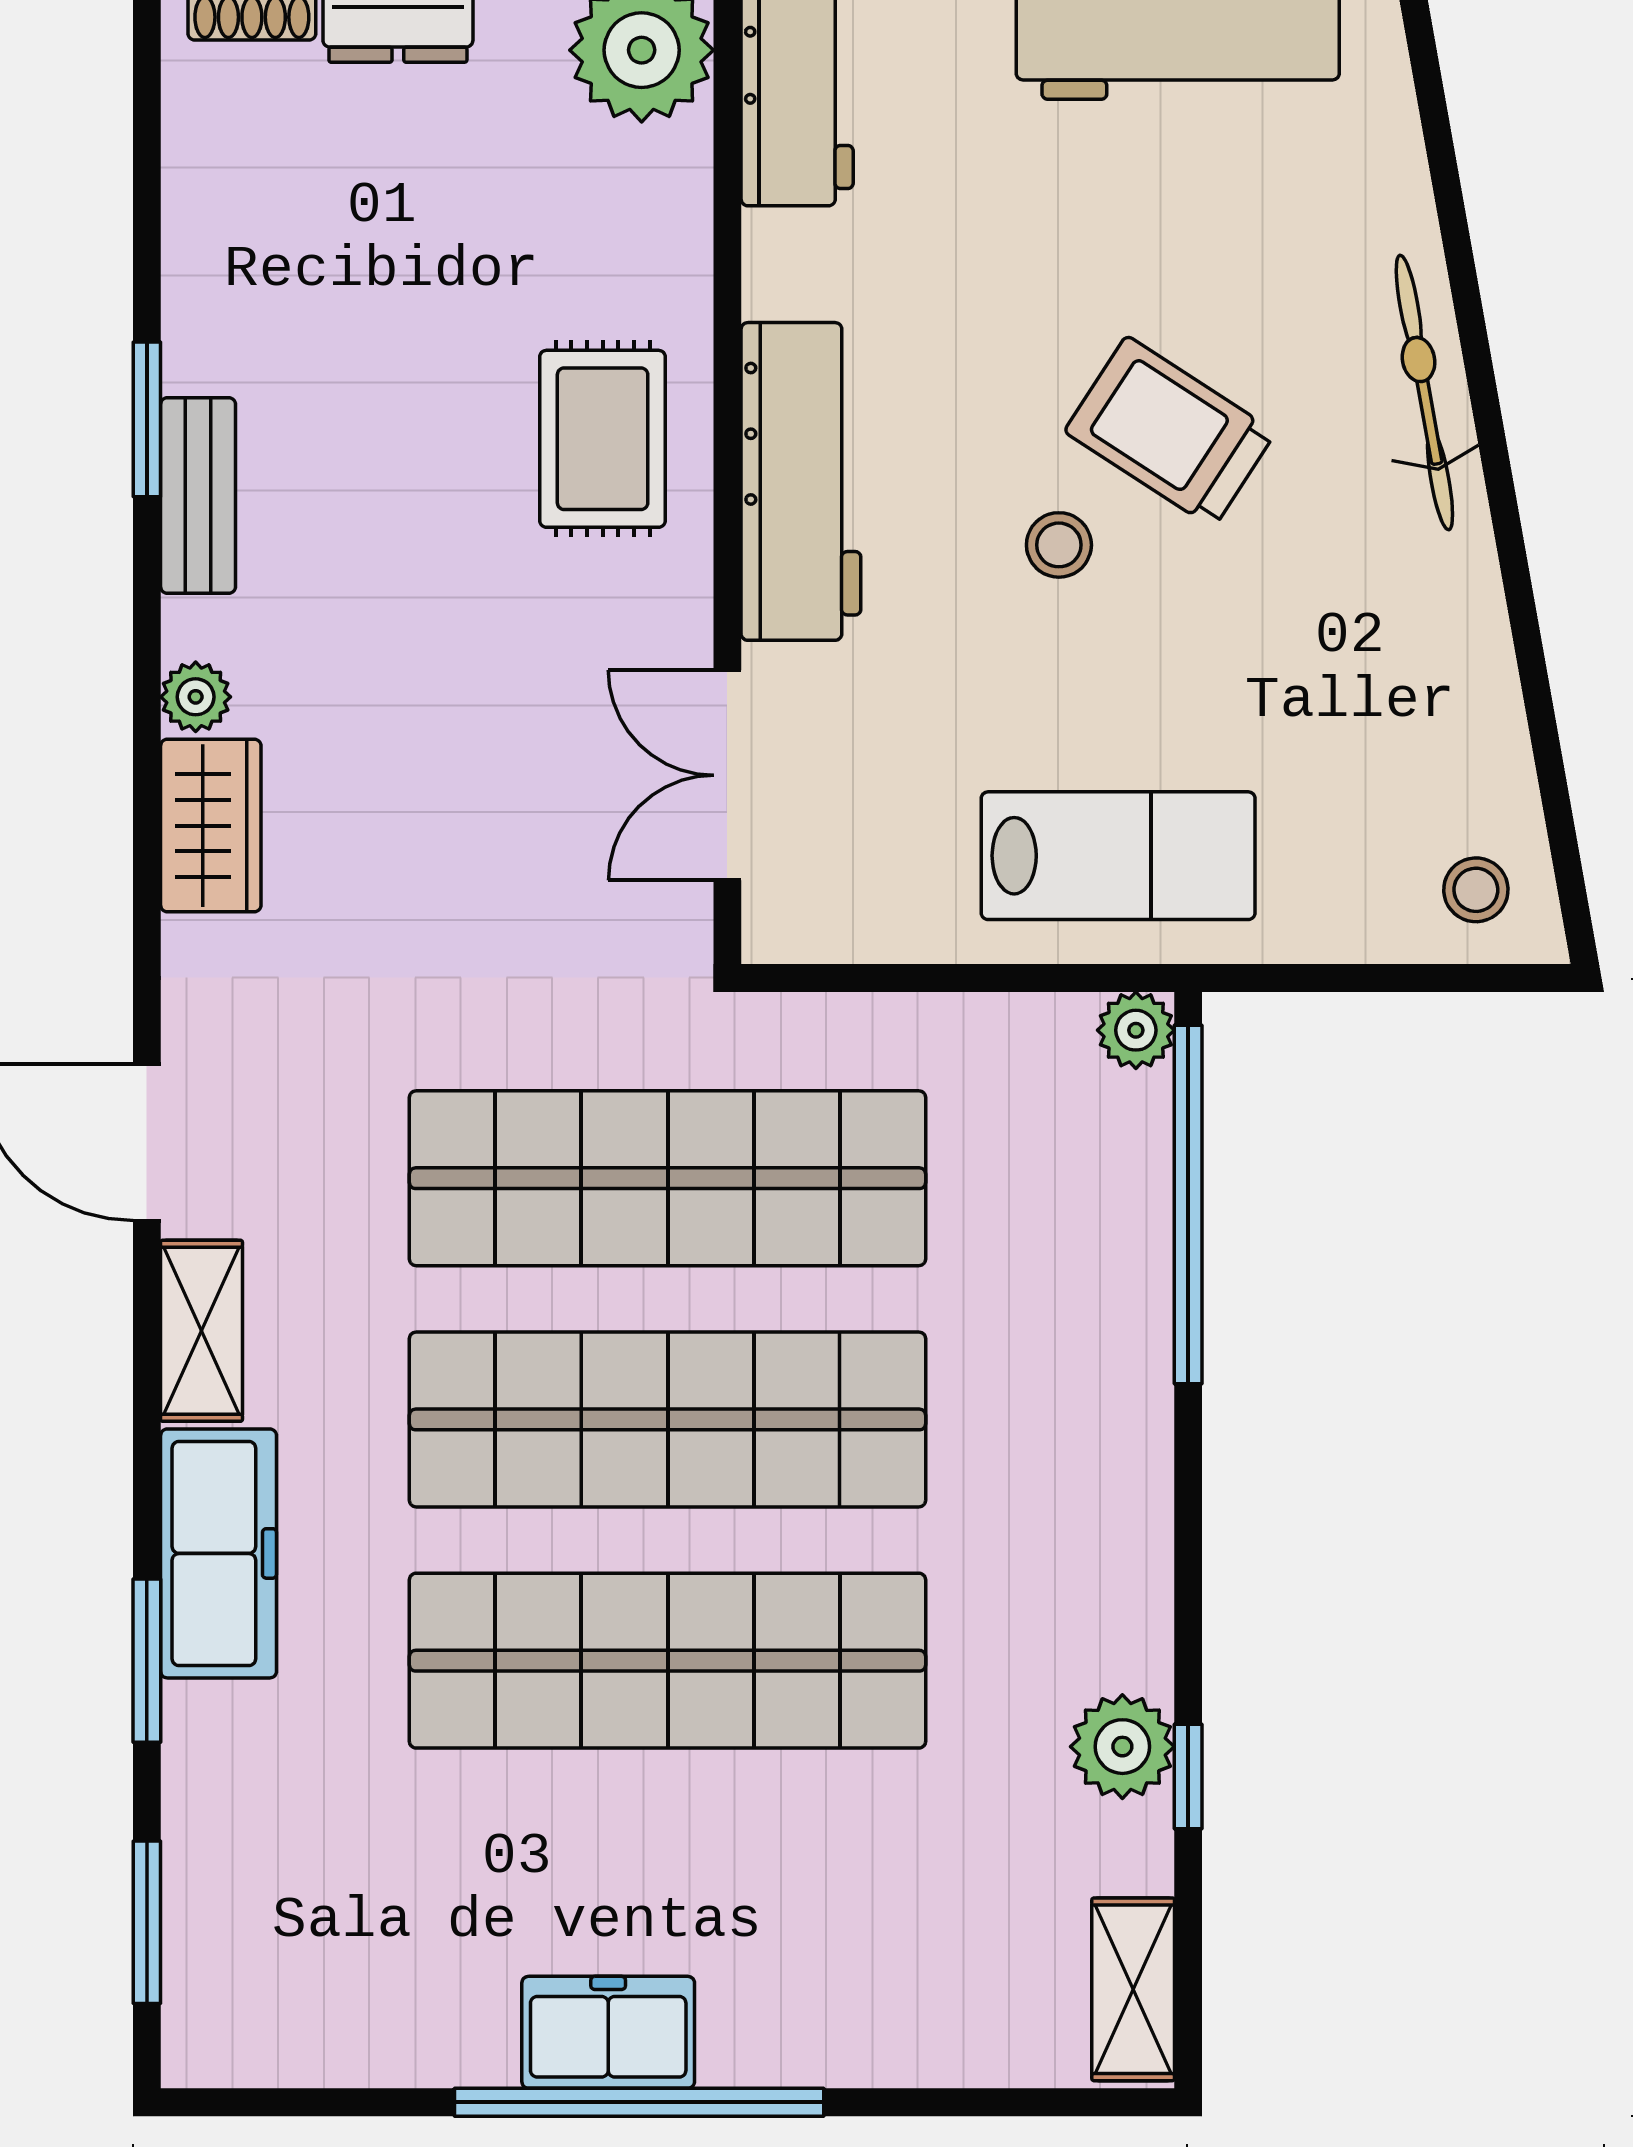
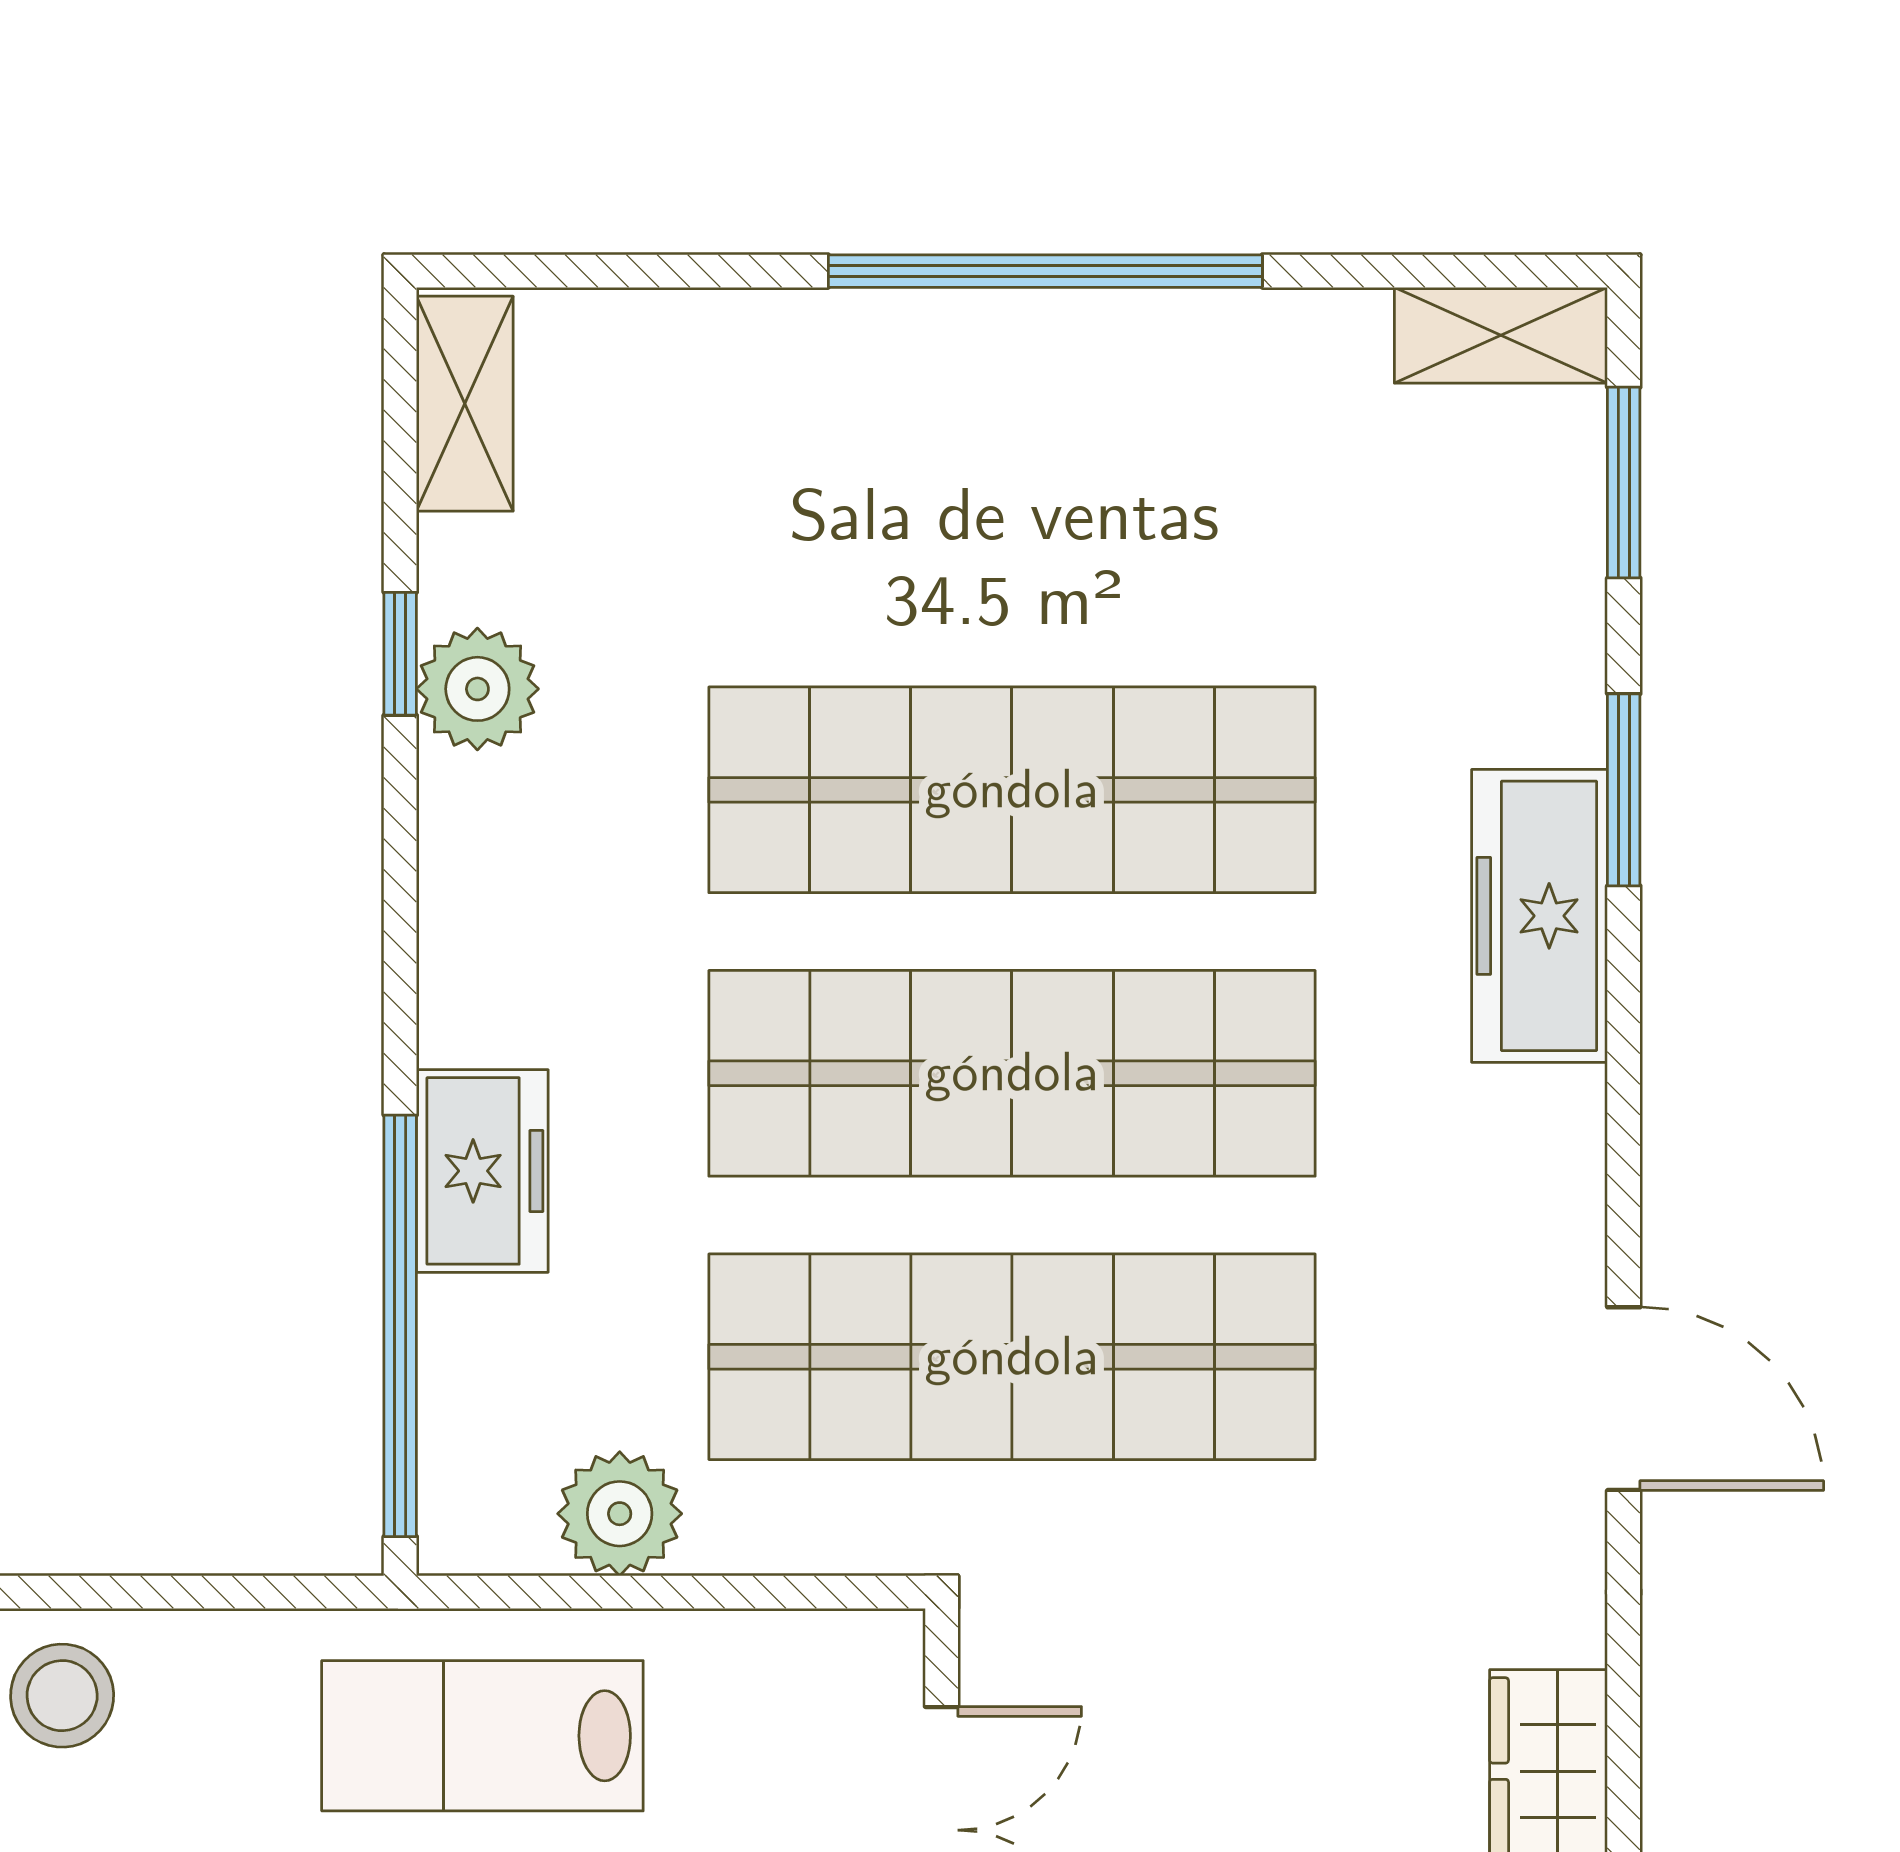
stool: (1476, 890) -> (62, 1696), width x1.37, depth x1.37
plant: (1136, 1030) -> (620, 1514), moved, width x1.38, depth x1.38
shelving: (201, 1331) -> (1501, 335), moved, turned 90
freezer: (608, 2032) -> (482, 1171), moved, turned -90

